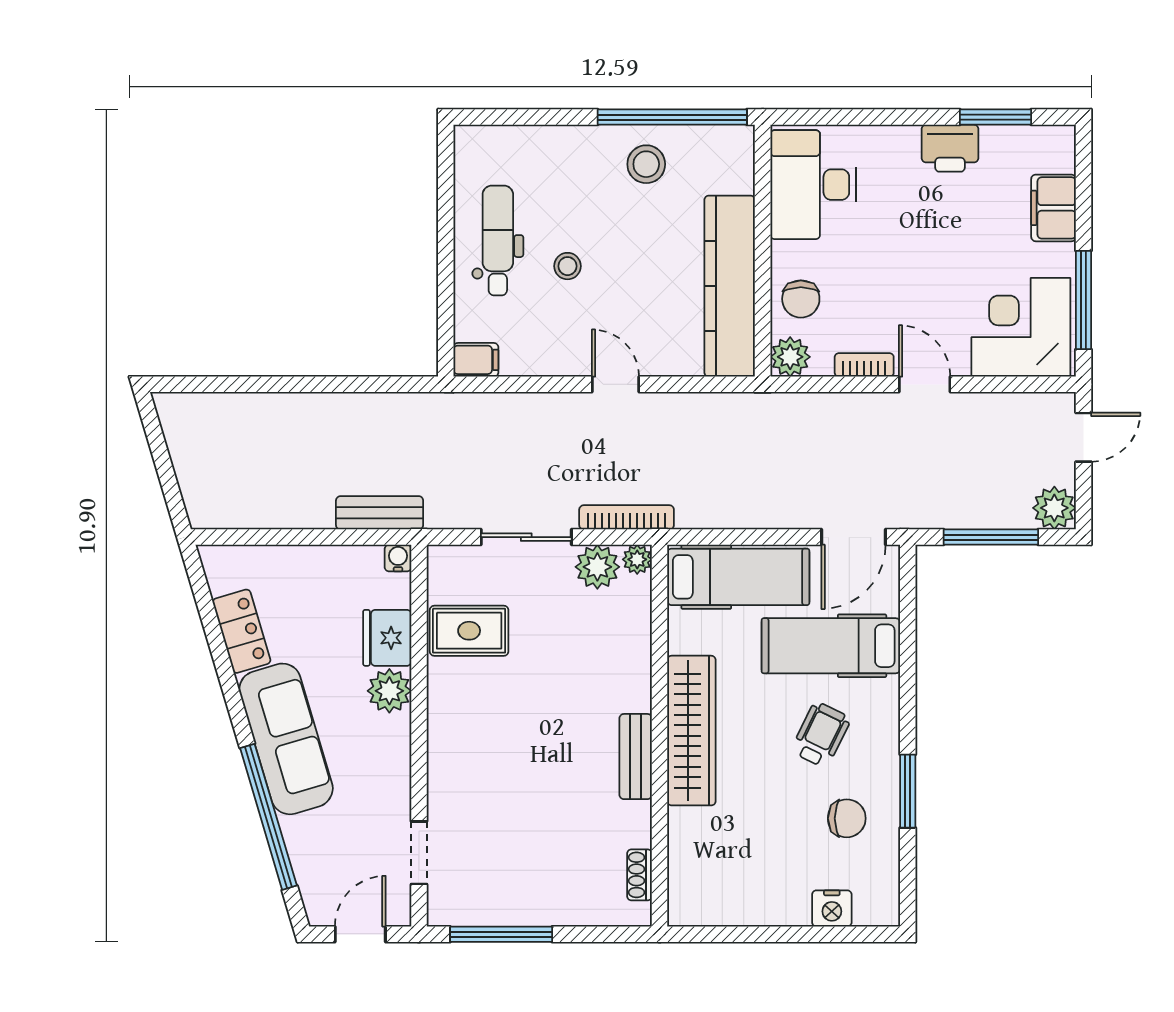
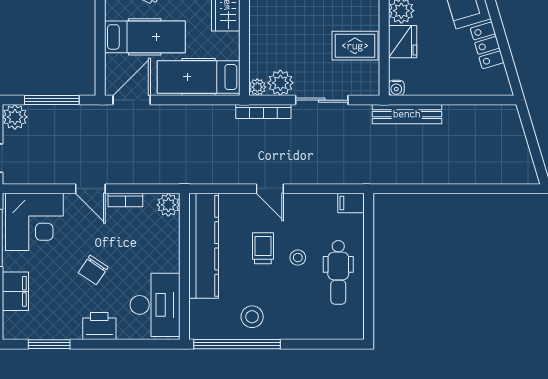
printer: (950, 148) -> (99, 326), moved
trolley: (627, 282) -> (263, 248), added
chair: (801, 299) -> (93, 270), moved, turned -146
bench: (380, 513) -> (407, 114), width x1.36

